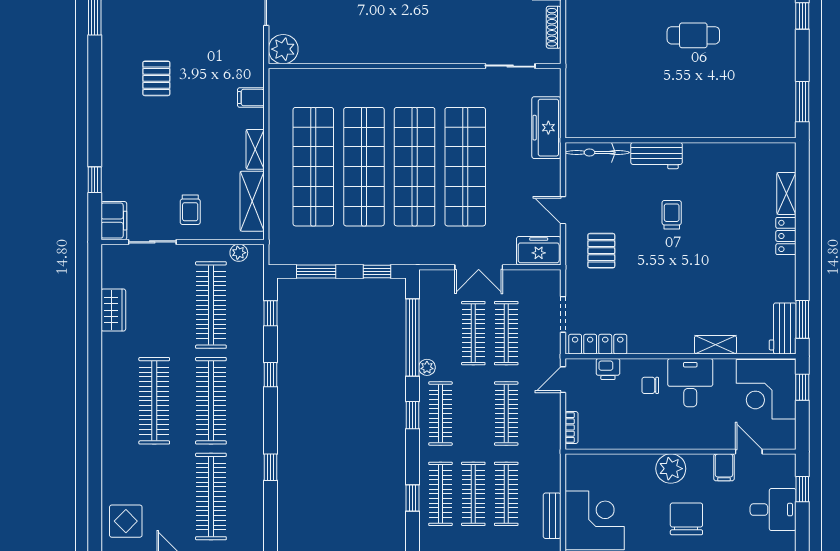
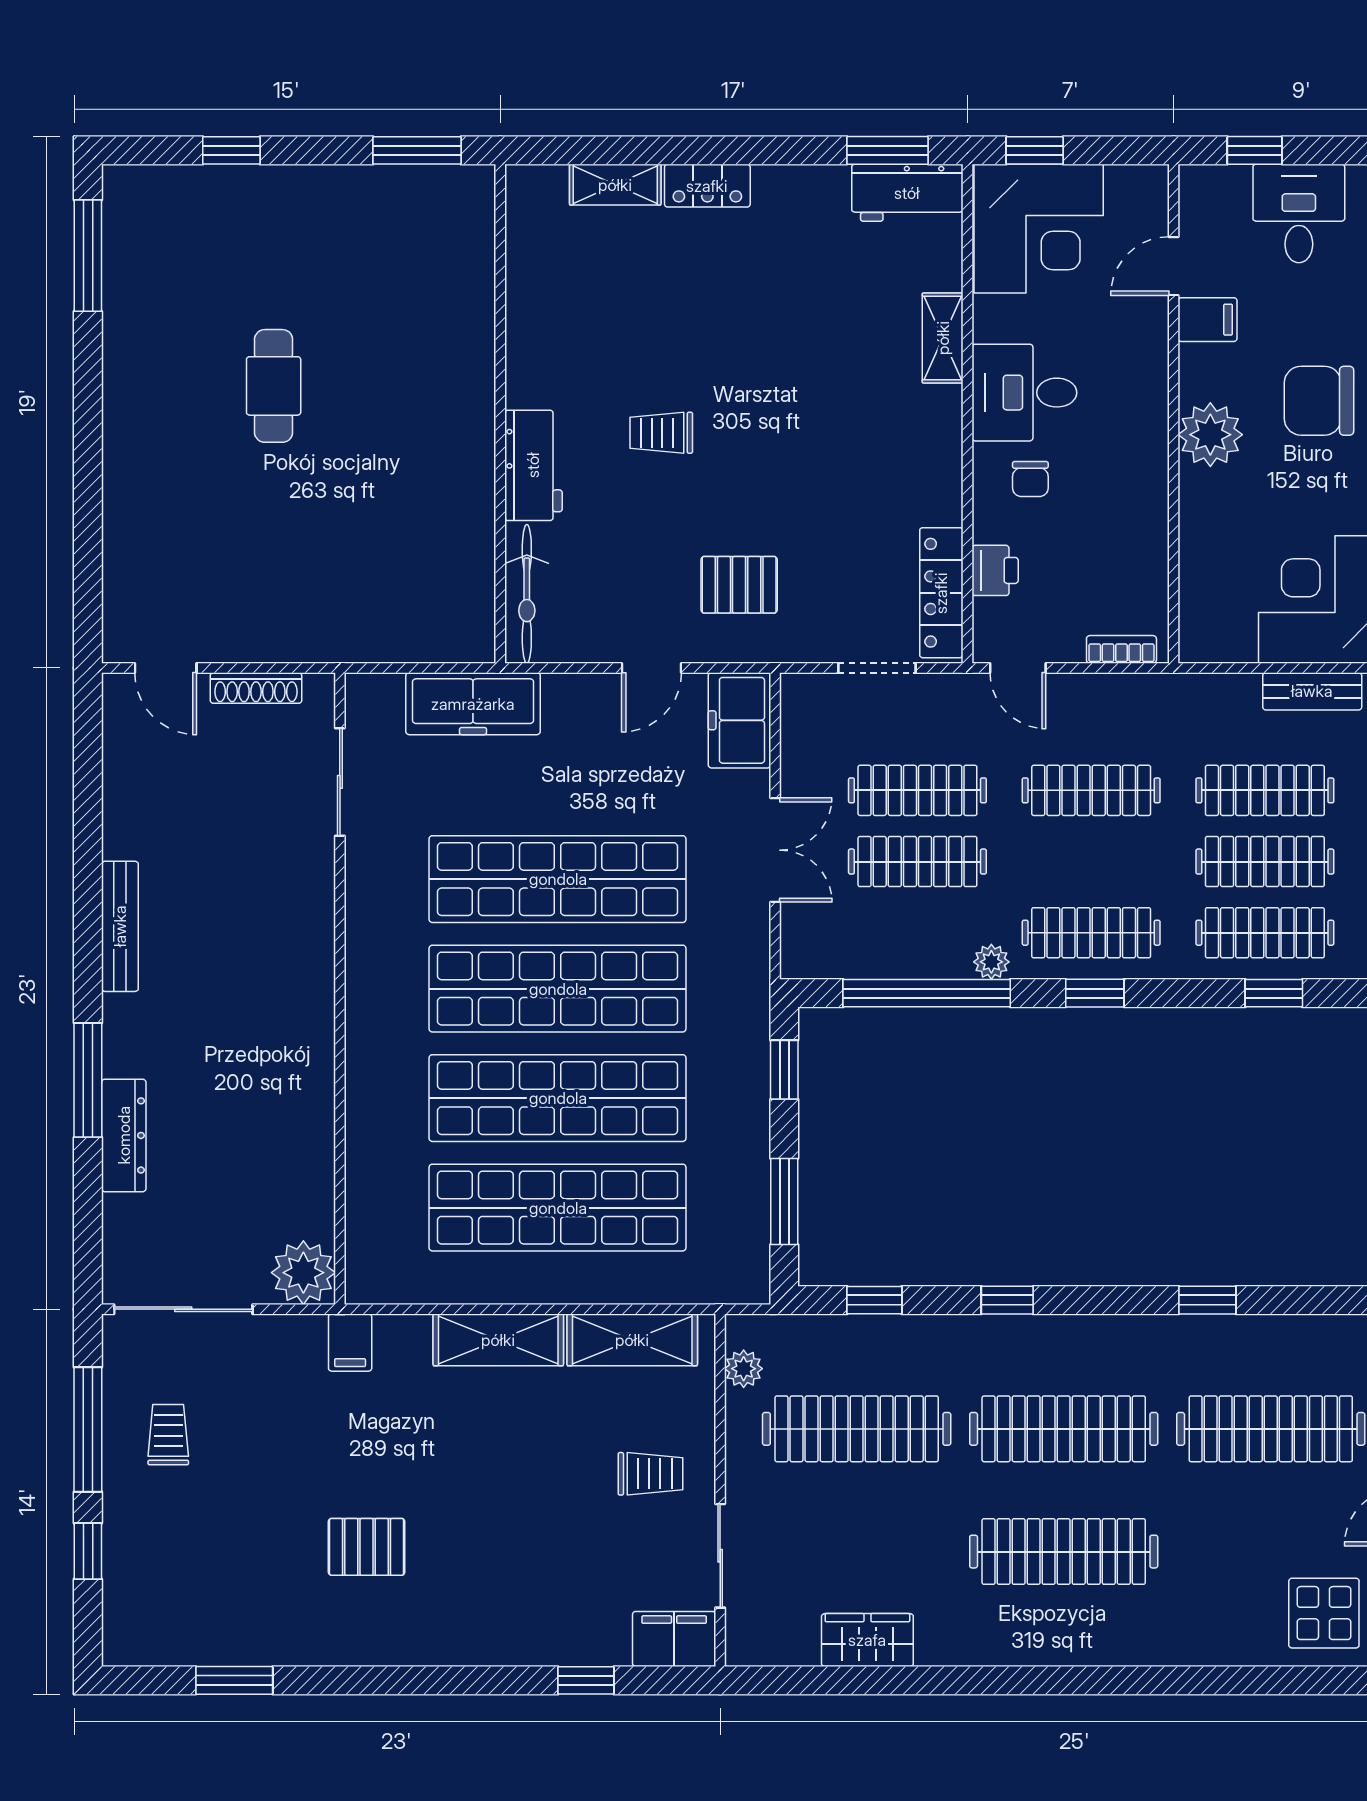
filing cabinet: (251, 98) -> (350, 1343), moved
shelving: (255, 149) -> (498, 1340), width x1.50, depth x1.33

